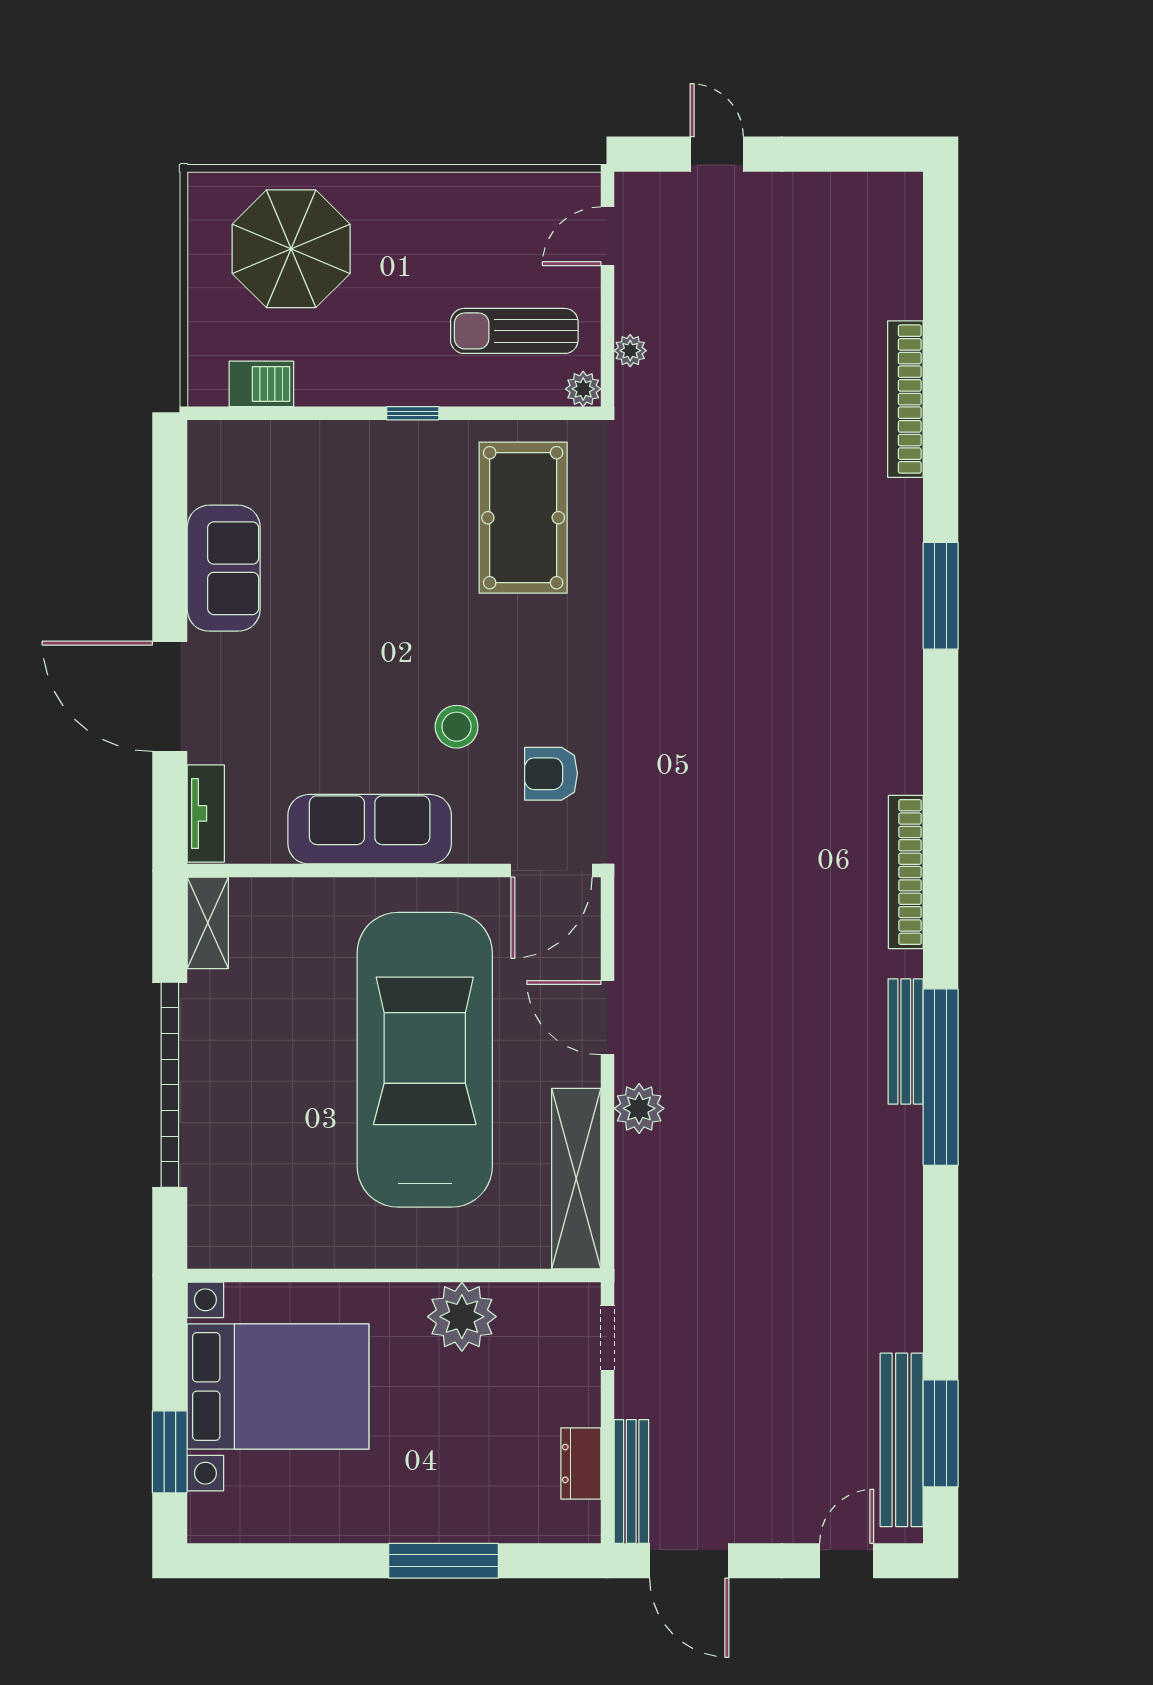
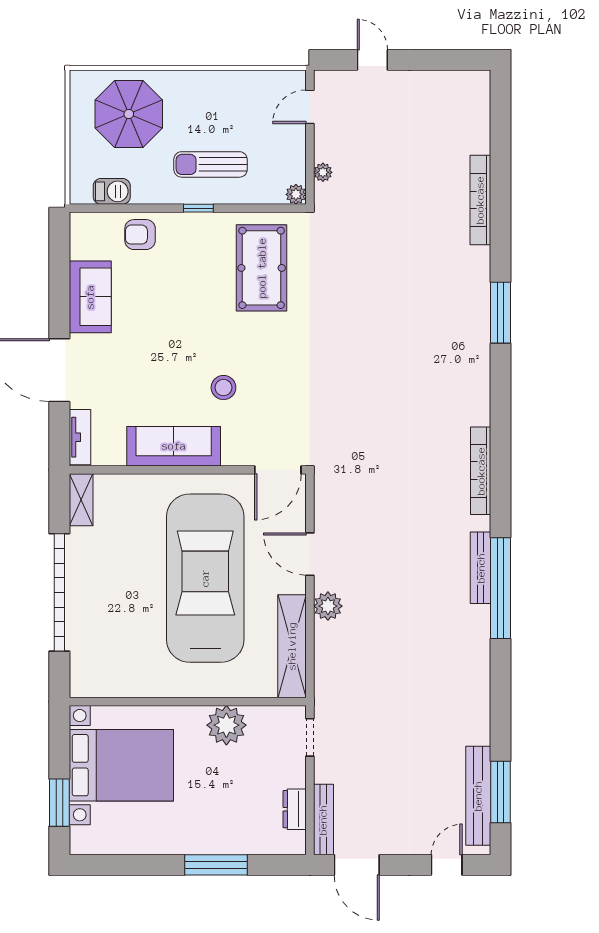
sun lounger: (514, 331) -> (211, 164), moved
armchair: (551, 774) -> (140, 235), moved

